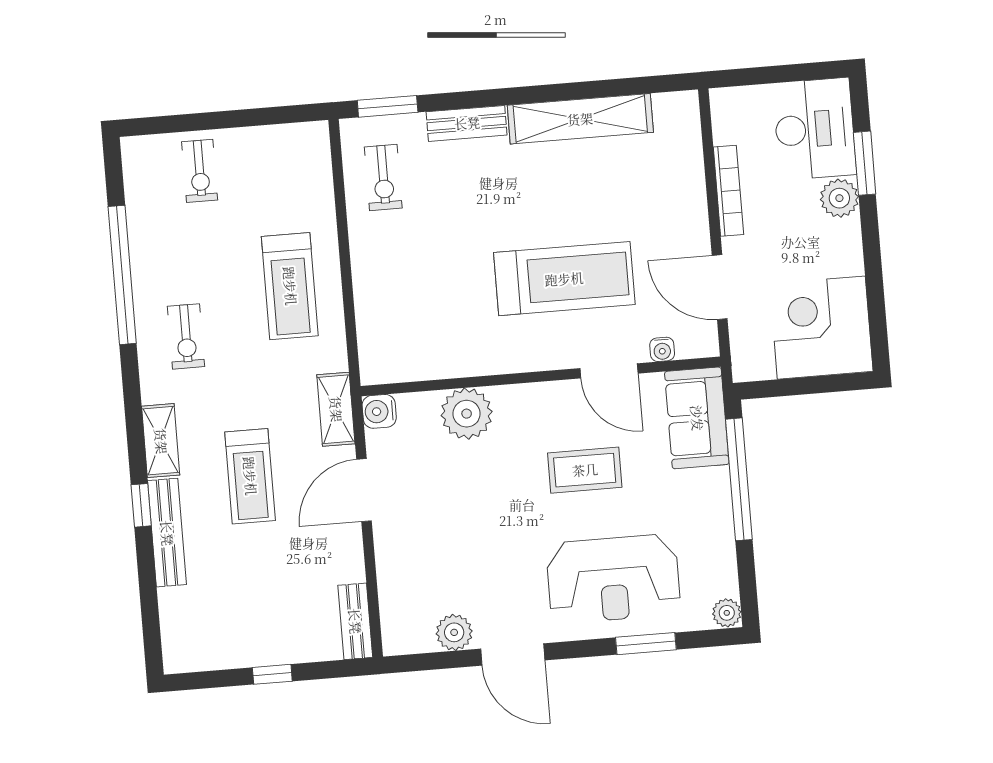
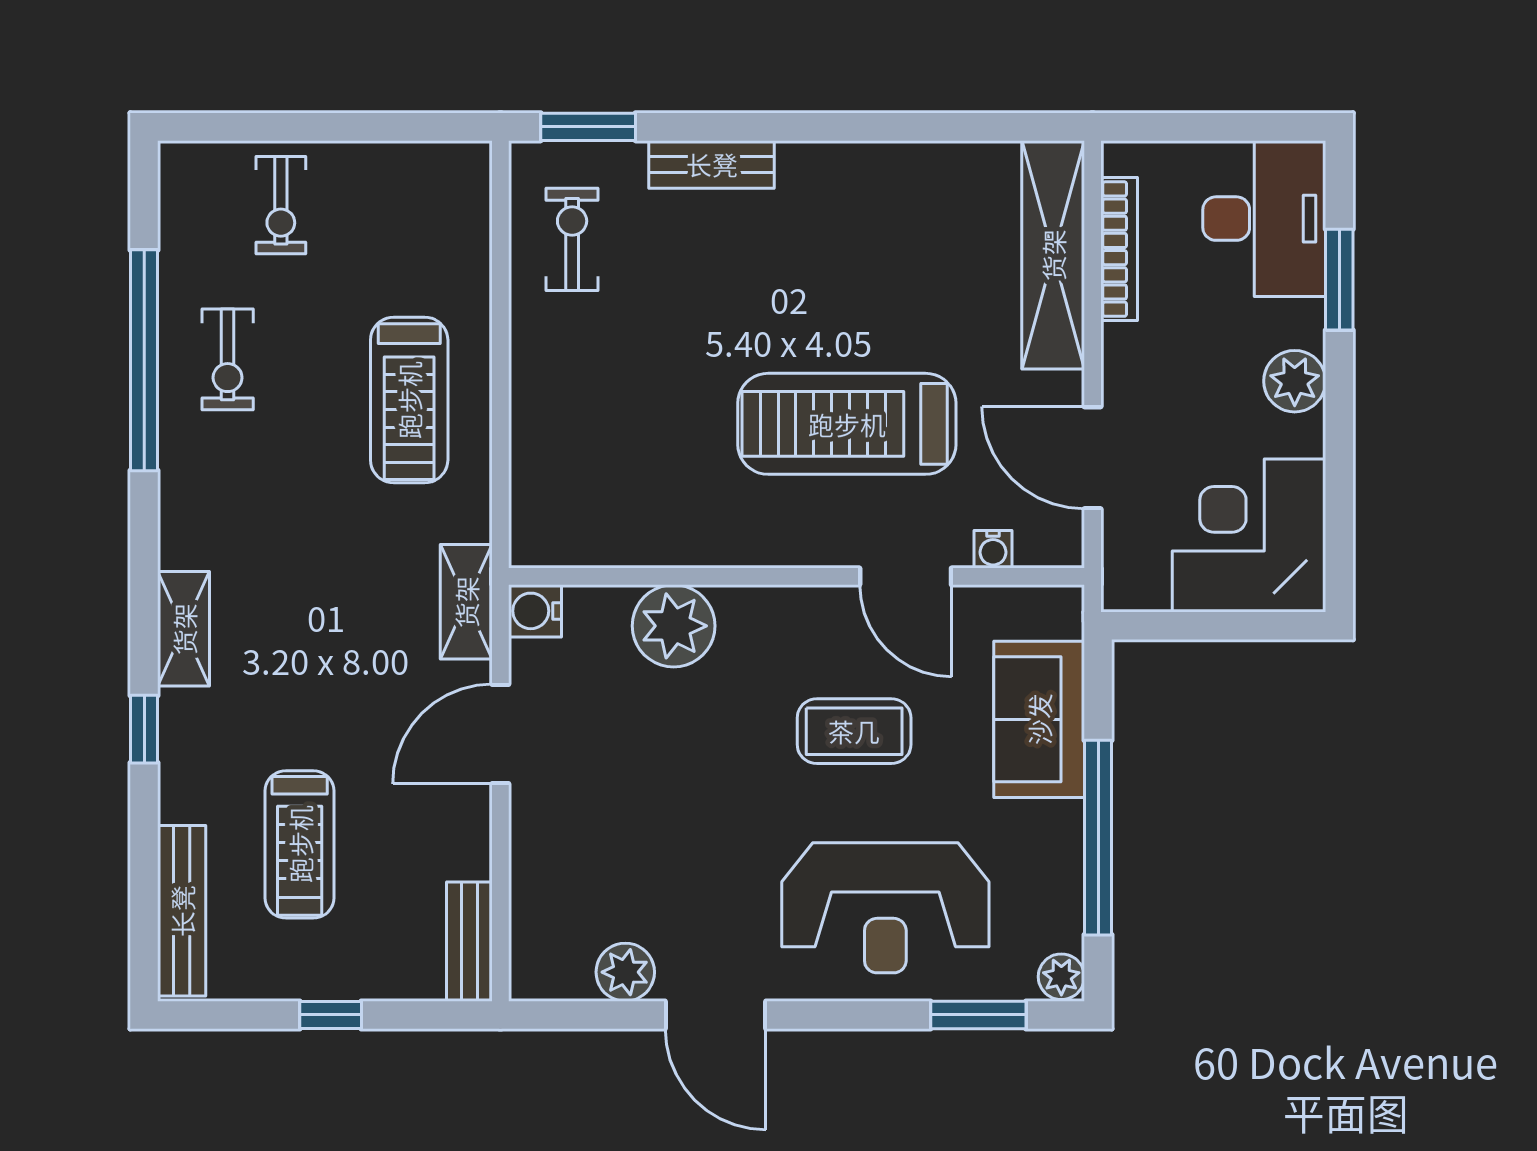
shelving: (580, 119) -> (1053, 255), moved, turned 90
exercise bike: (383, 177) -> (572, 239), turned 180
bookcase: (728, 191) -> (1119, 249), moved
plant: (839, 198) -> (1295, 381), moved
treadmill: (564, 279) -> (847, 424), turned 180
exercise bike: (186, 336) -> (228, 359), moved
sofa: (697, 418) -> (1039, 719), moved
treadmill: (250, 476) -> (300, 844), moved
window: (739, 479) -> (1098, 838), moved
bench: (167, 533) -> (182, 911), moved
window: (646, 644) -> (978, 1015), moved

